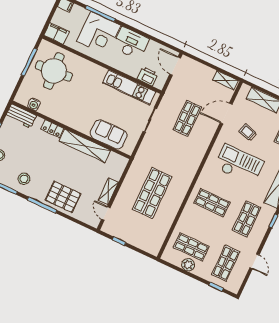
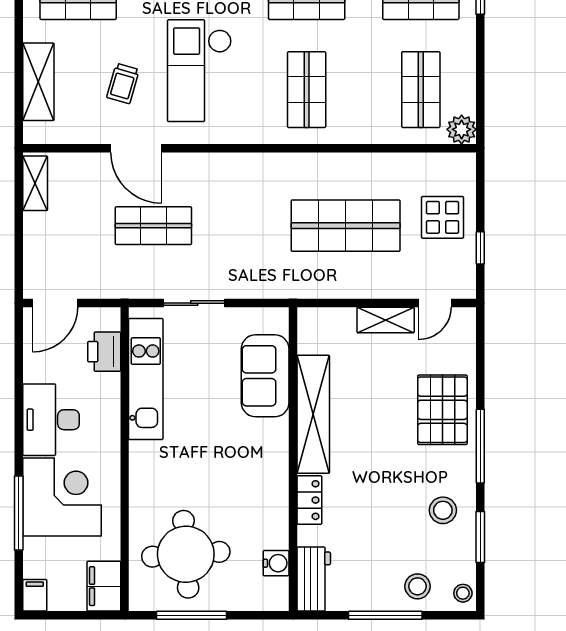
door: (226, 114) -> (136, 148), moved
display table: (138, 232) -> (442, 217), added
plant: (188, 265) -> (462, 129), moved

